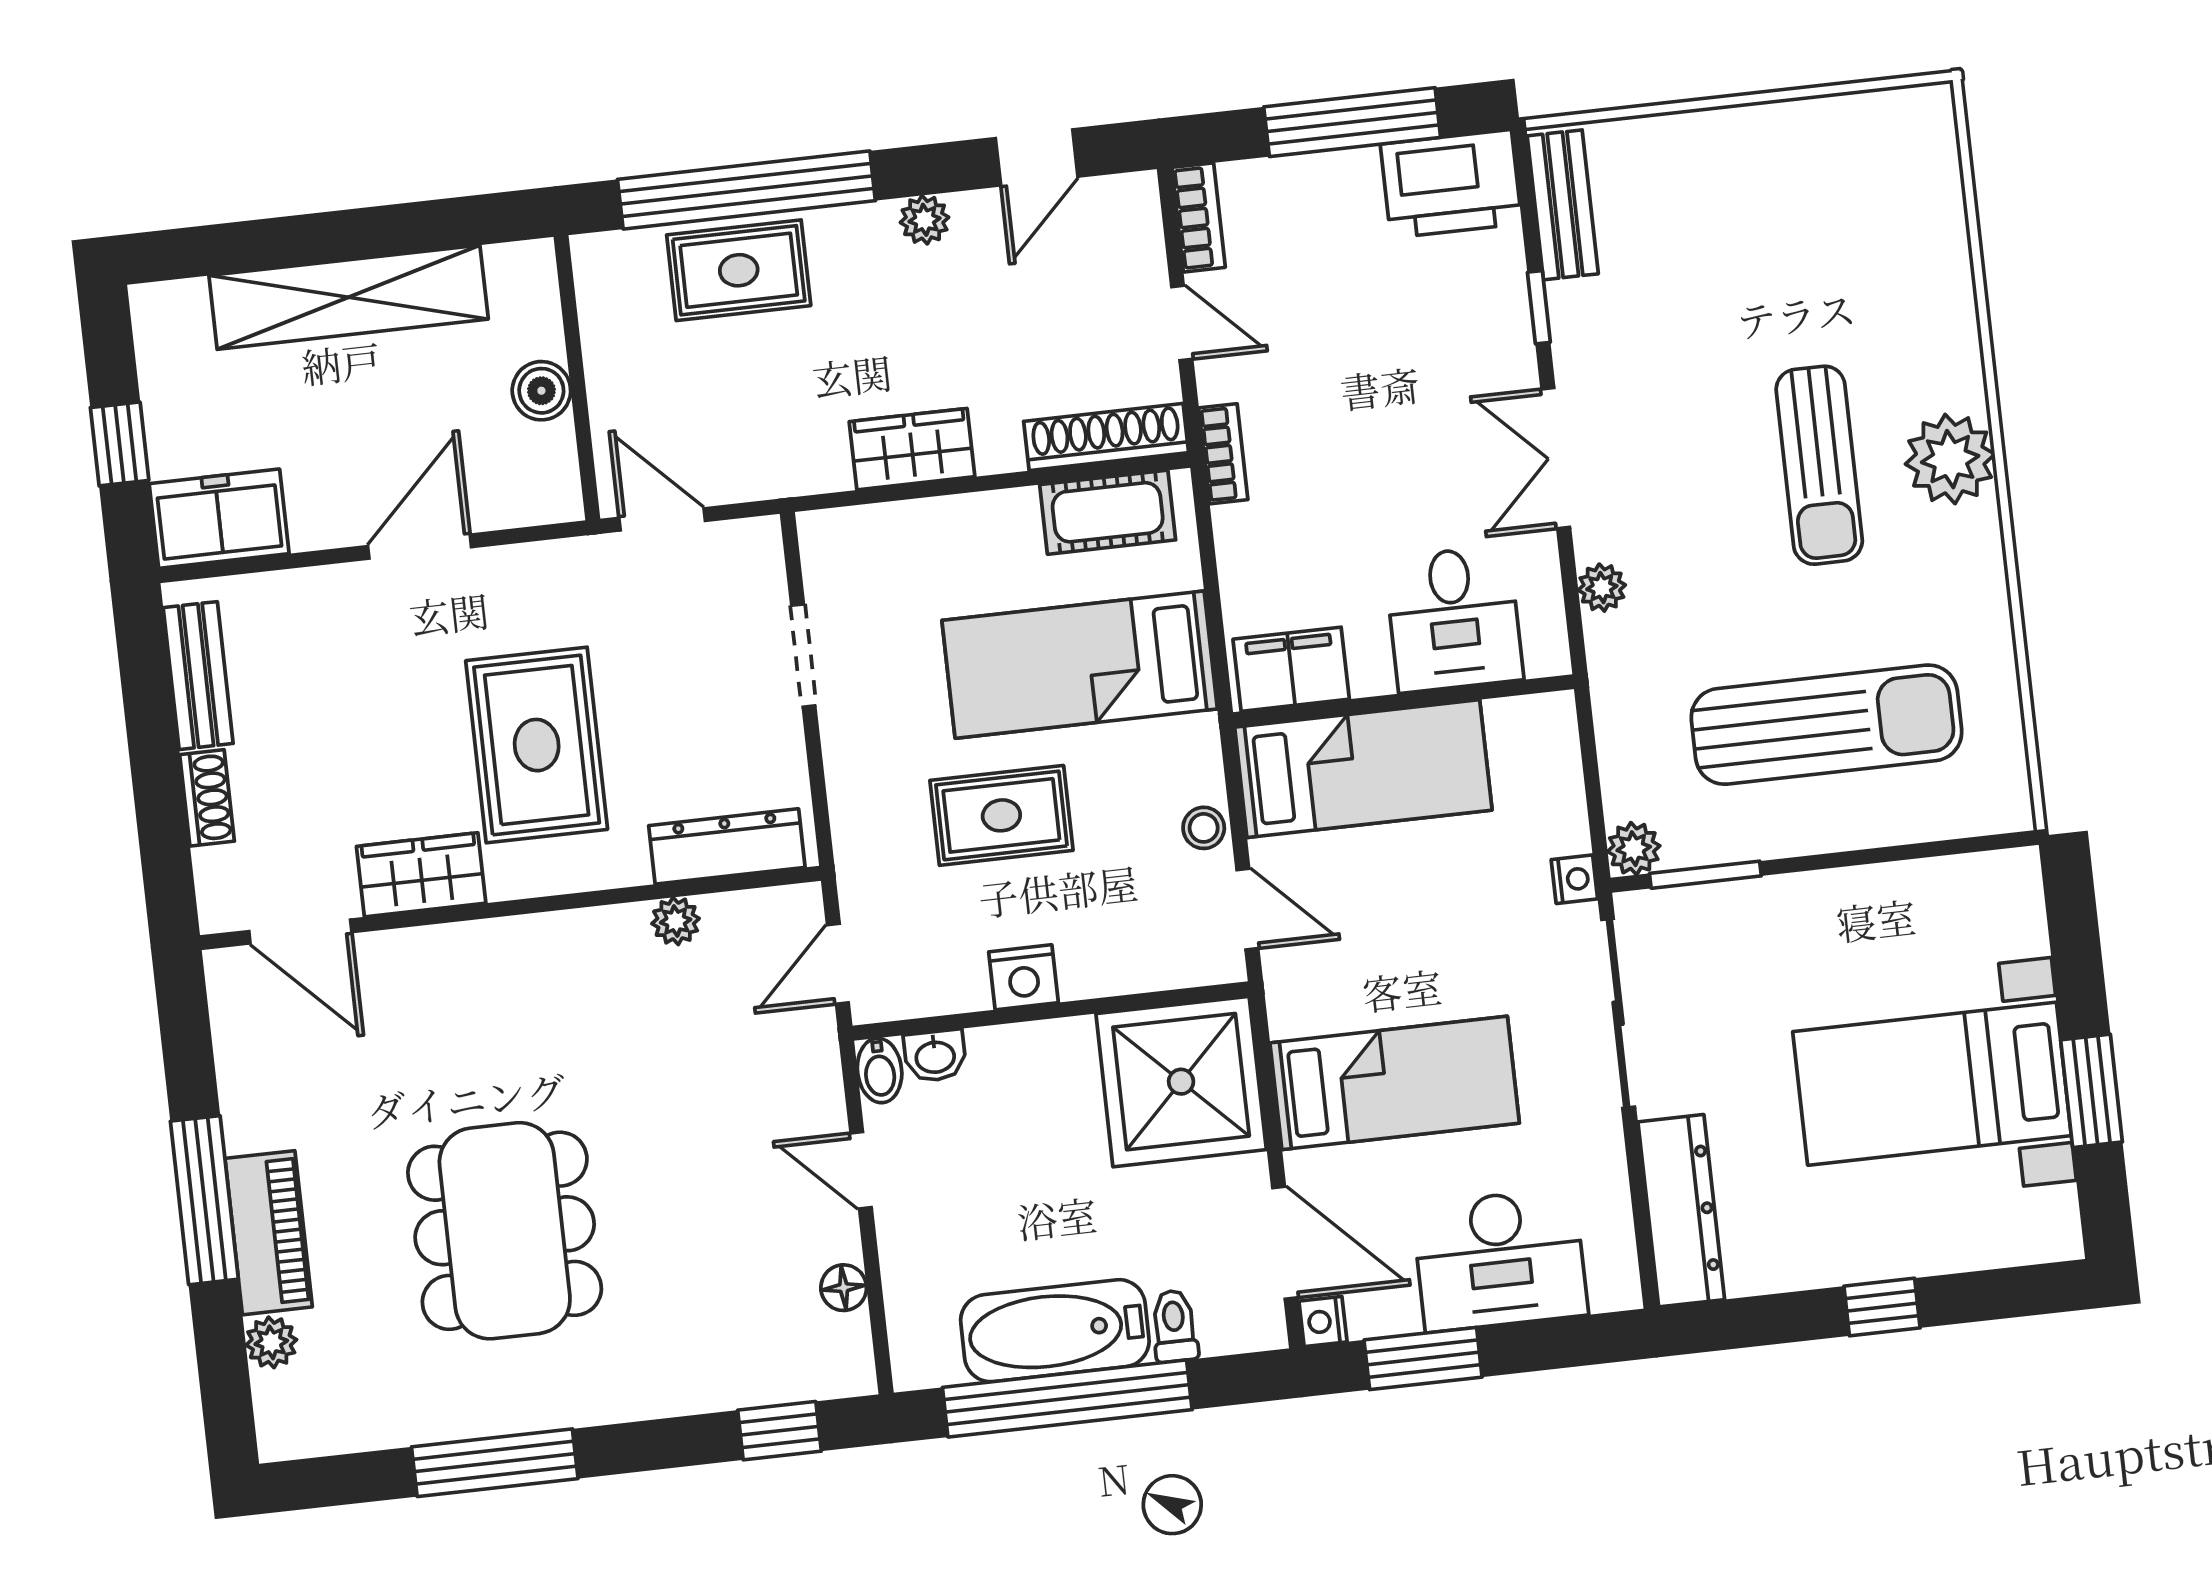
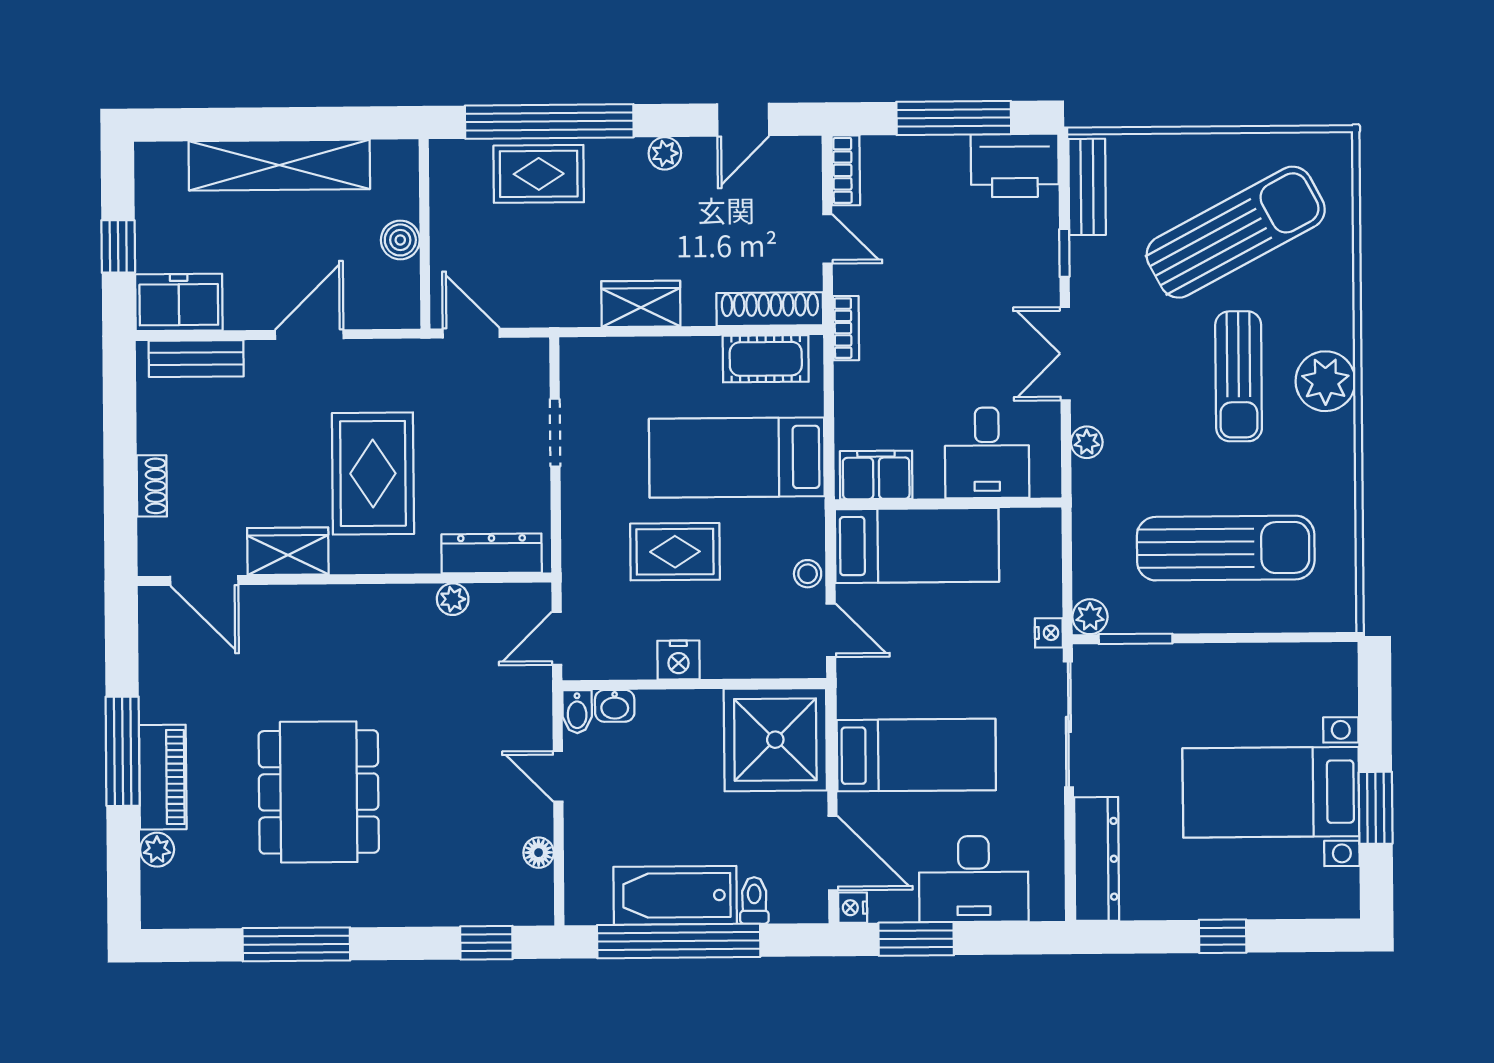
sun lounger: (1792, 250) -> (1236, 232), added
bench: (198, 676) -> (196, 359), moved, turned 90

